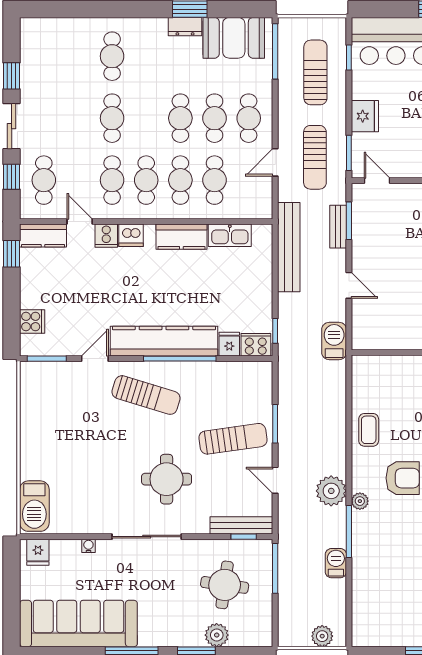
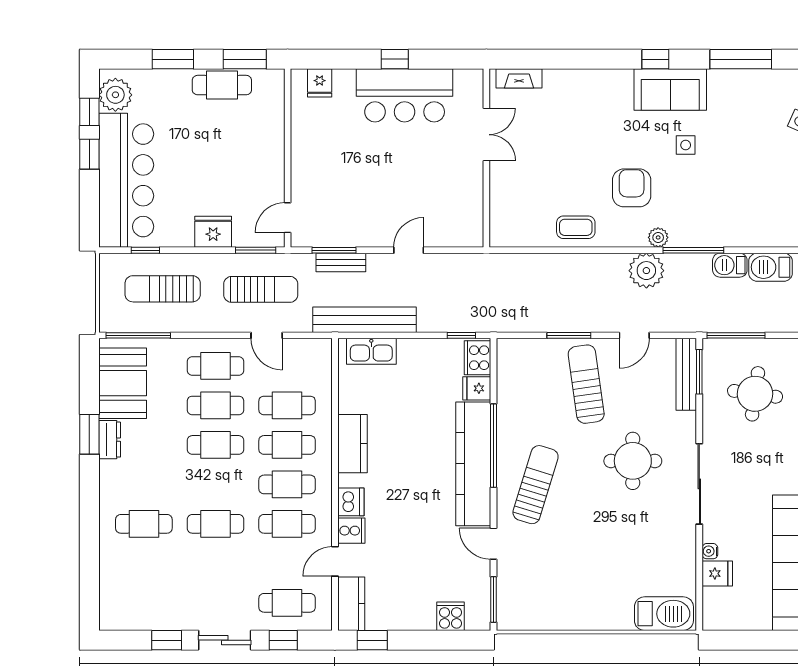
kitchen sink: (230, 235) -> (371, 351), moved, turned 90
barbecue: (334, 341) -> (771, 267), moved
window: (244, 537) -> (699, 372), width x1.50
fridge: (38, 552) -> (717, 574), moved

